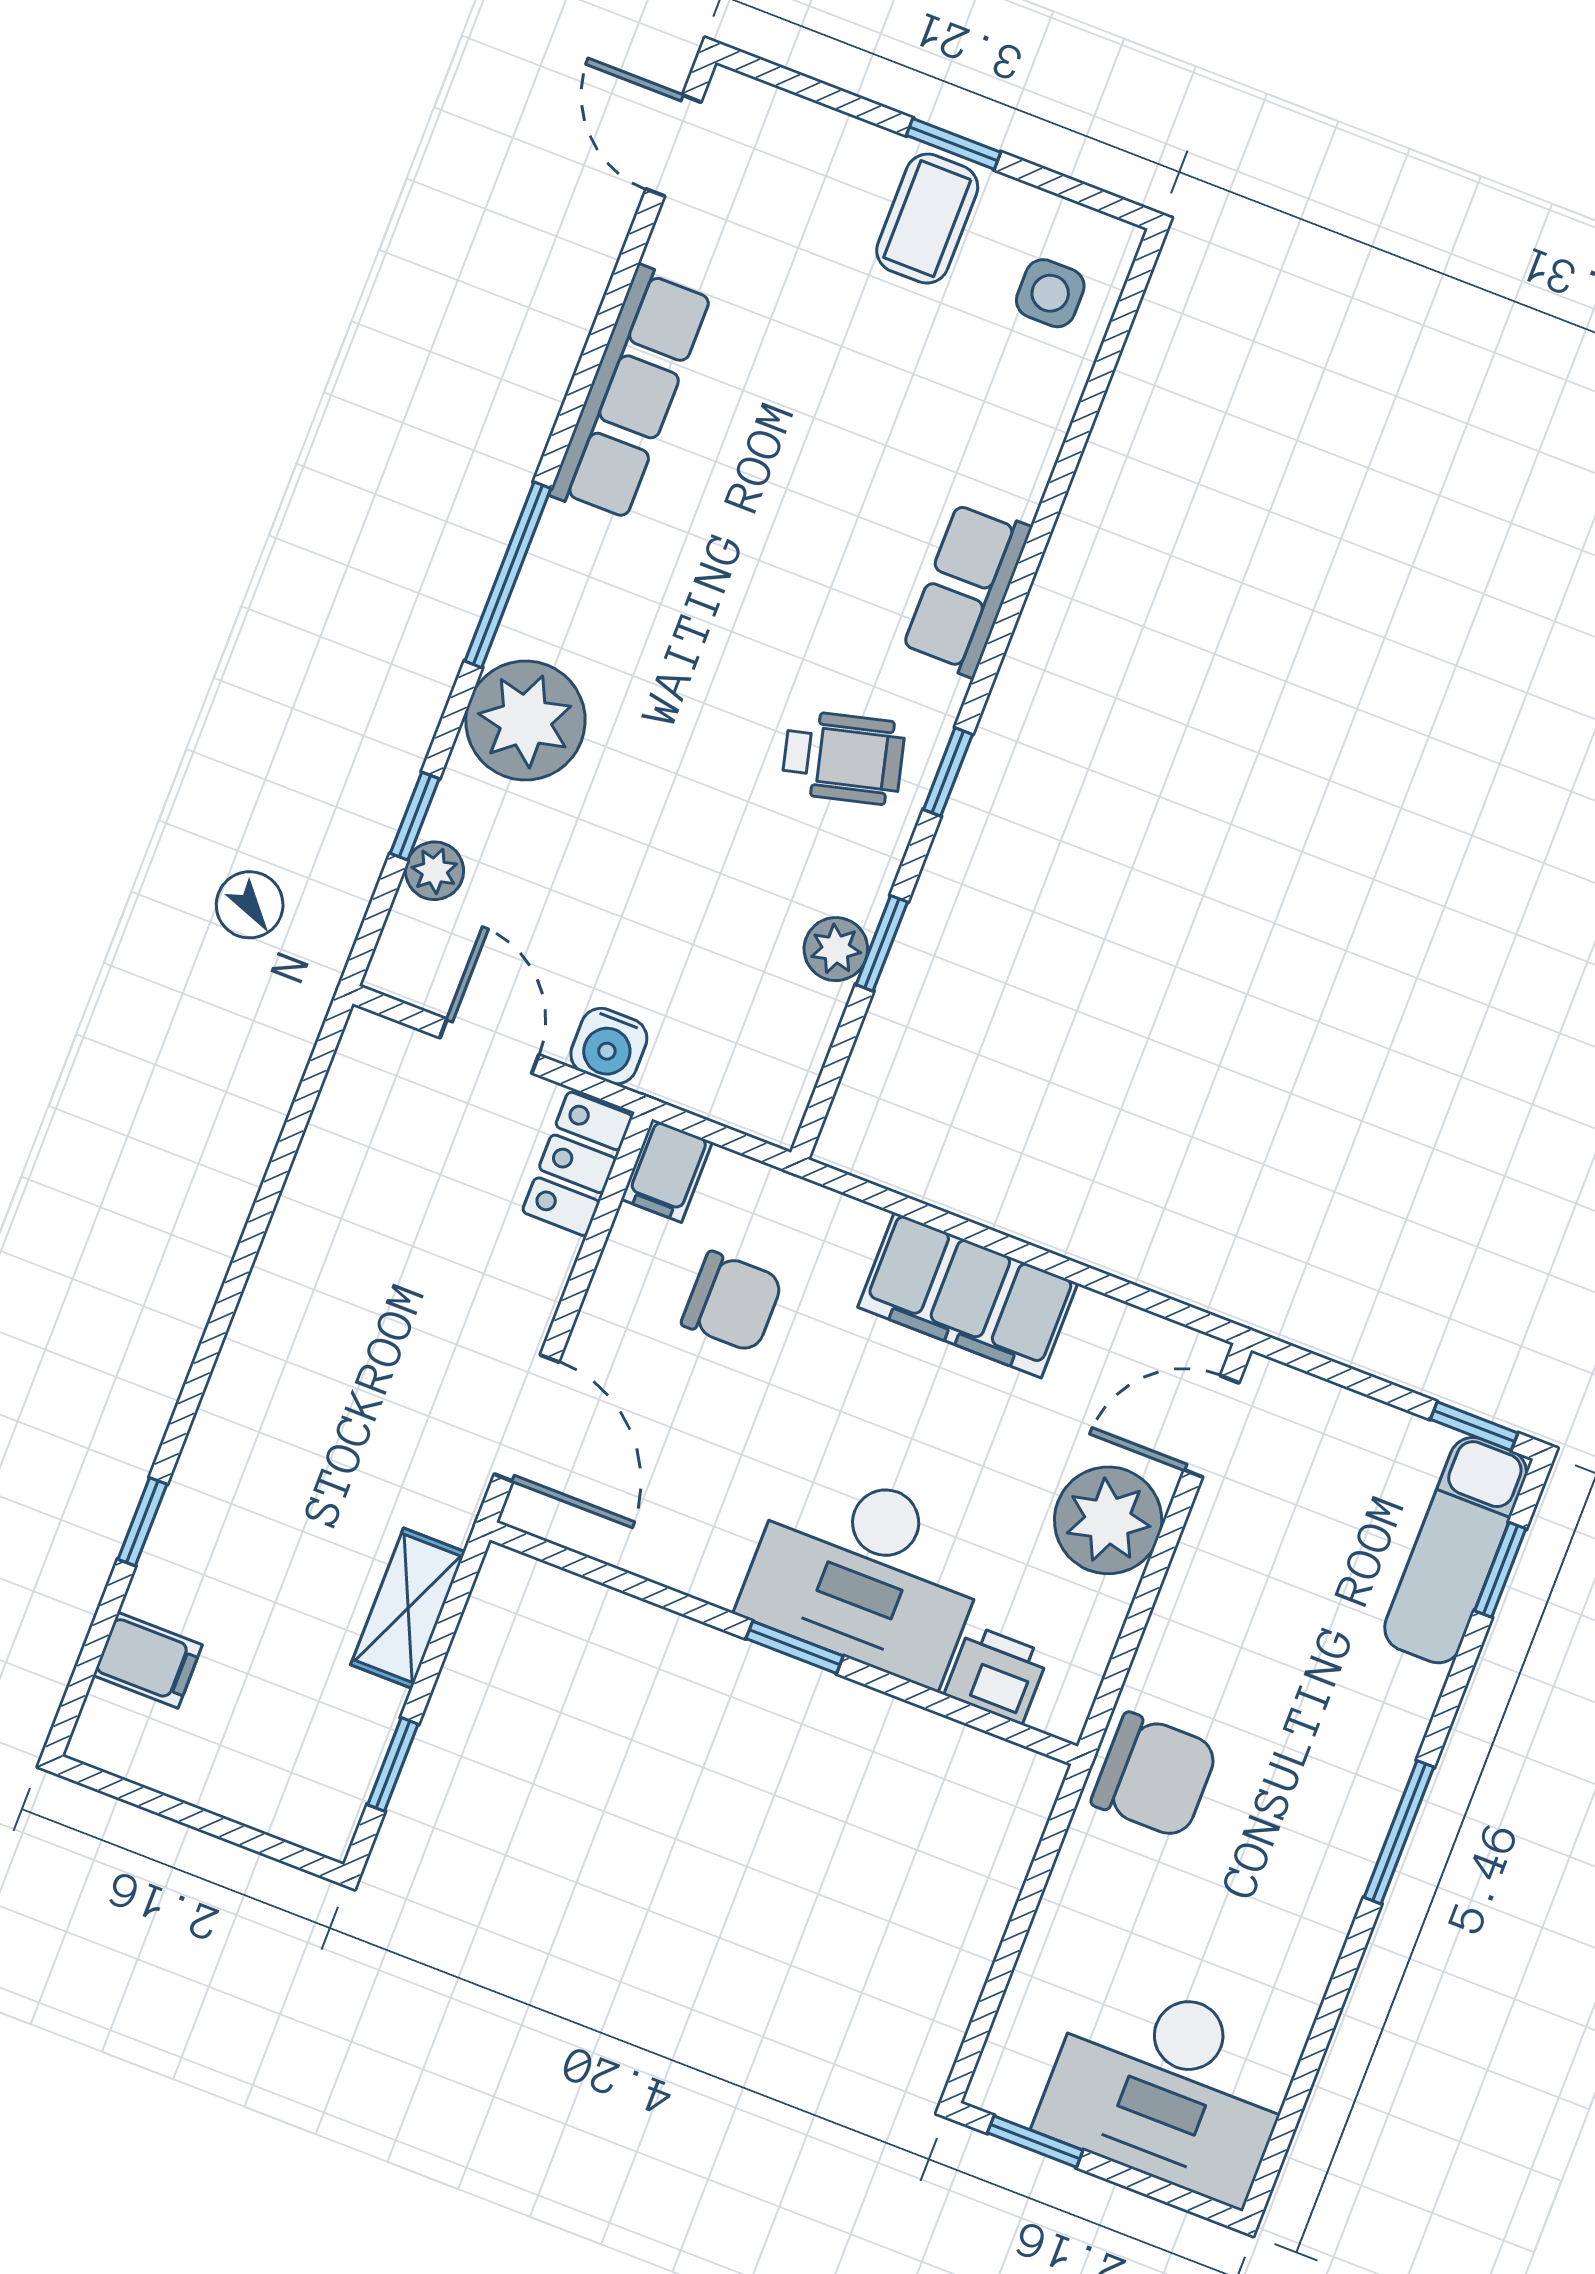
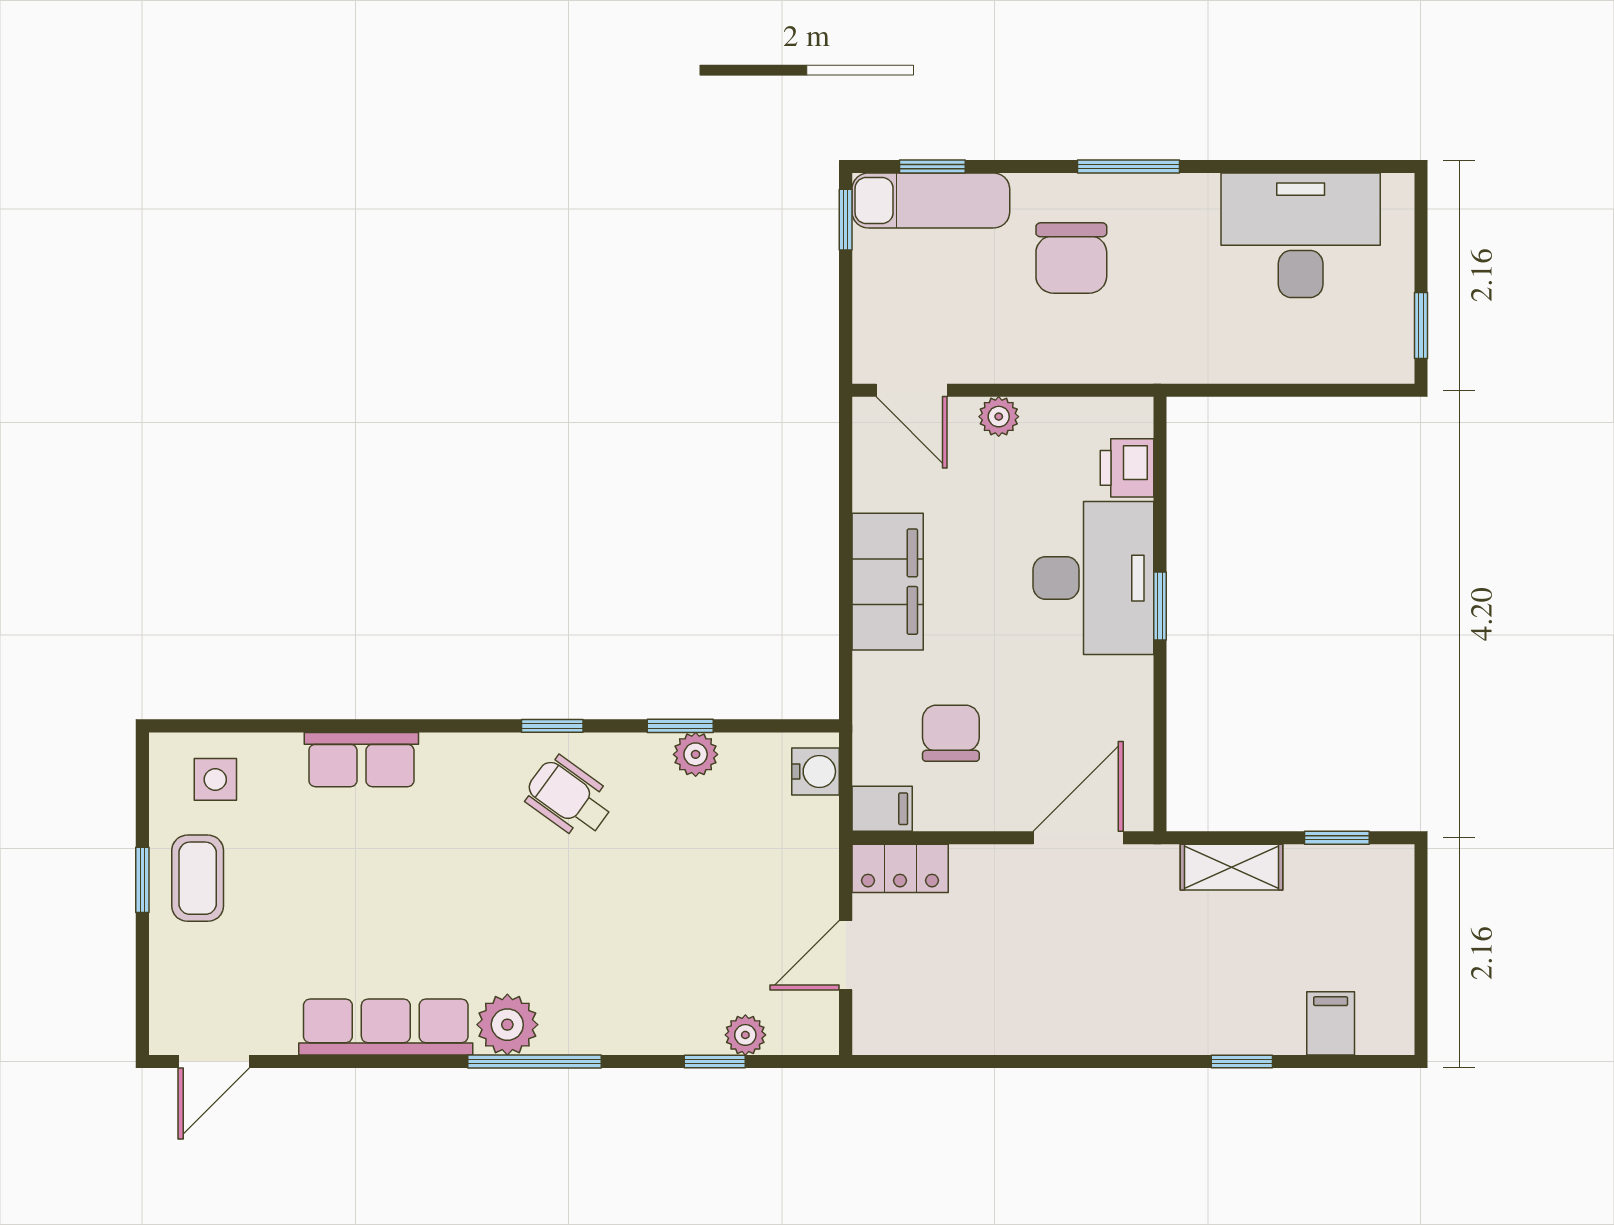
coffee table: (927, 219) -> (198, 878), turned 90
row of seats: (967, 589) -> (361, 760), moved
plant: (525, 720) -> (507, 1025), moved, width x0.73, depth x0.73
wheelchair: (843, 758) -> (569, 798), turned -40
water cooler: (609, 1046) -> (816, 772), moved
plant: (1108, 1520) -> (999, 417), width x0.53, depth x0.53
chair: (1155, 1775) -> (1071, 258), moved, turned 180
desk: (1169, 2087) -> (1301, 235), moved, turned -90

